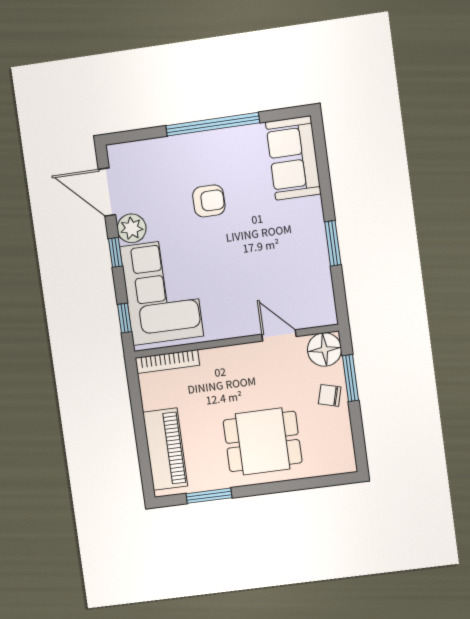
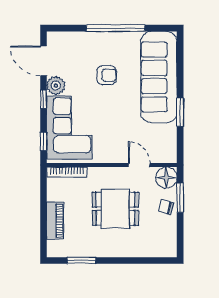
sofa: (293, 158) -> (159, 77), width x1.85, depth x1.27
dining table: (263, 441) -> (115, 209), moved
piano: (165, 449) -> (55, 221), width x0.73, depth x0.75

